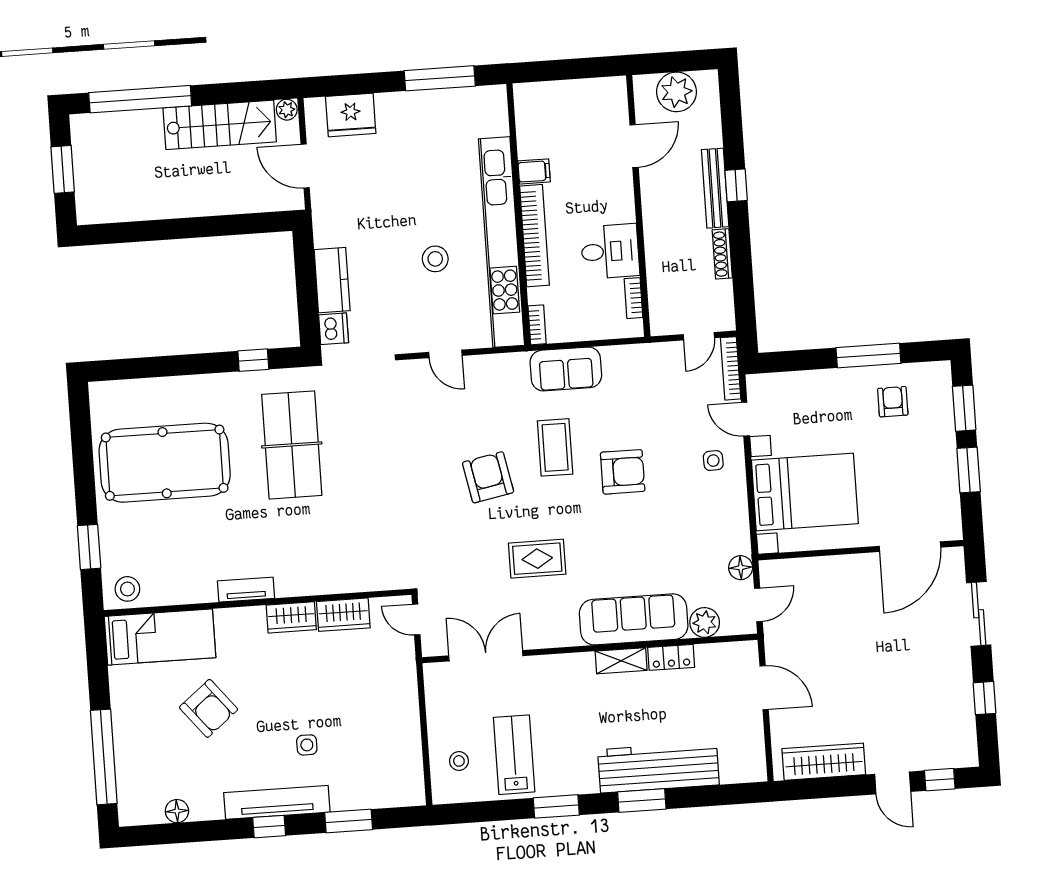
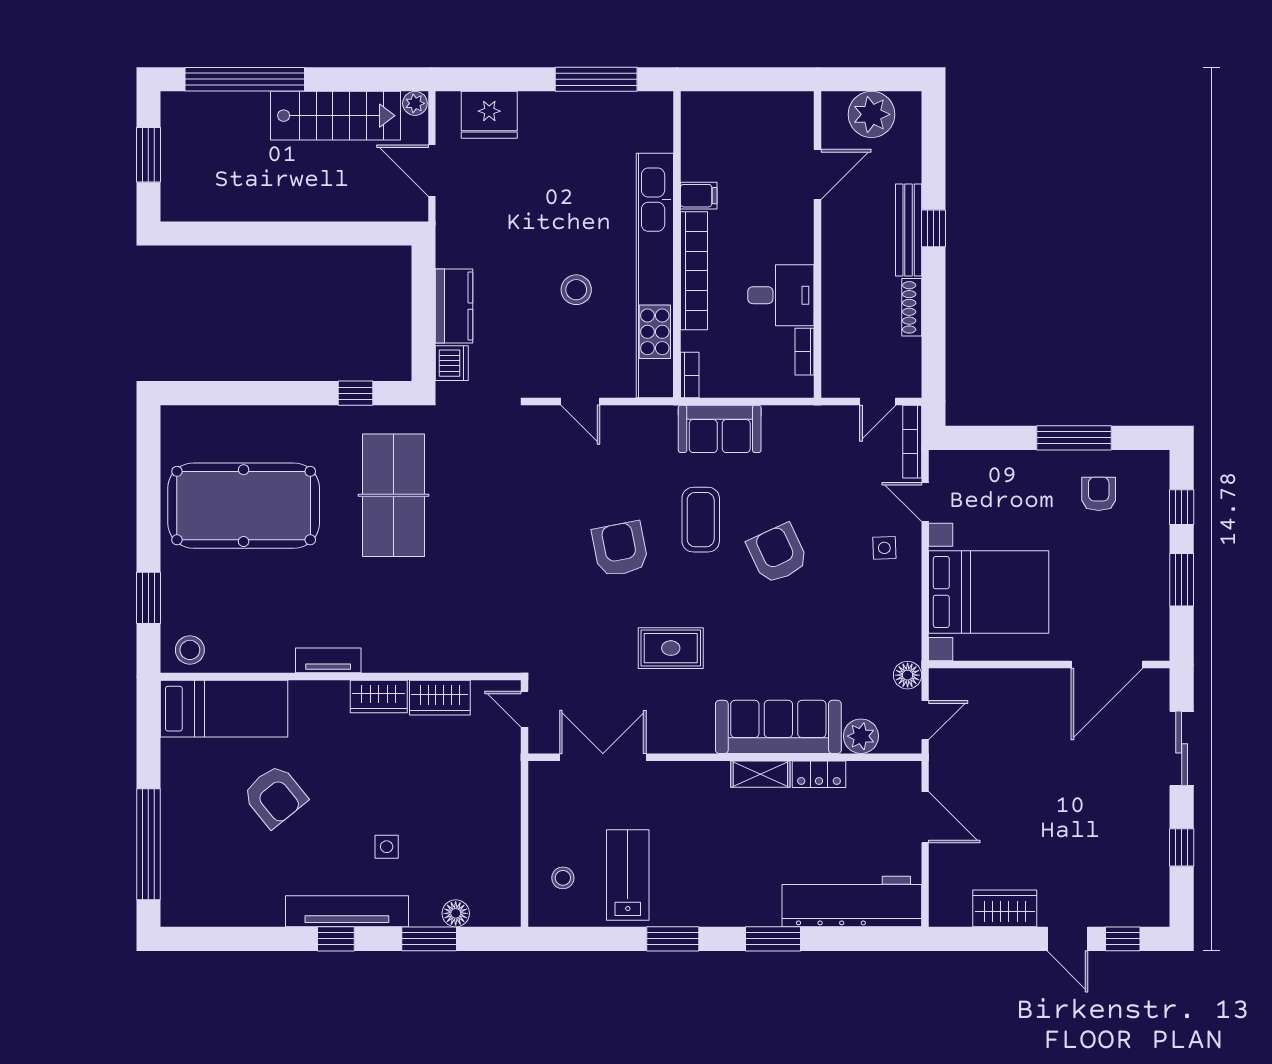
window: (964, 408) -> (1182, 507), width x0.67
armchair: (623, 472) -> (778, 554), turned -115
wardrobe: (824, 762) -> (1005, 908), width x0.67
workbench: (658, 767) -> (852, 902), moved
floor lamp: (177, 811) -> (456, 913), moved

